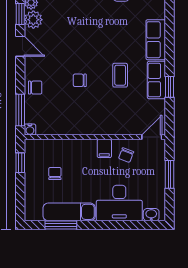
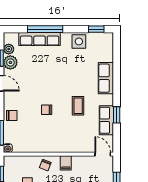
row of seats: (156, 80) -> (106, 120), moved
door: (152, 137) -> (103, 154), hinge flipped
chair: (126, 155) -> (45, 165), moved

